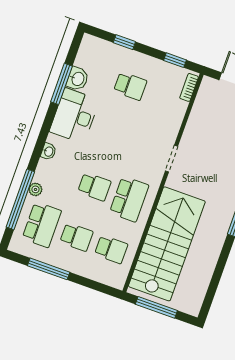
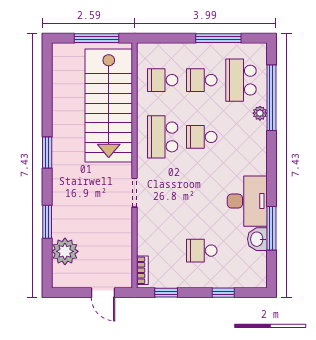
washbasin: (48, 151) -> (260, 156), removed

